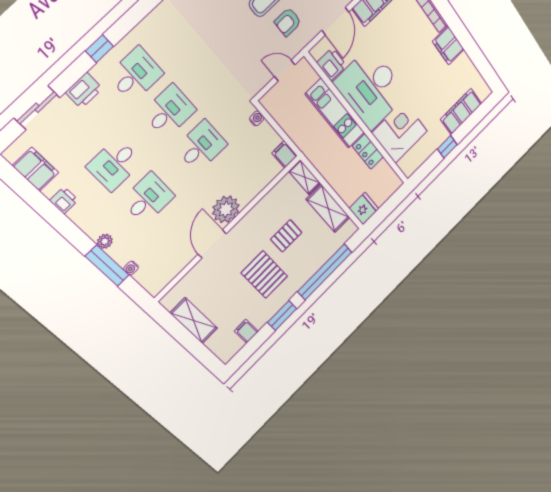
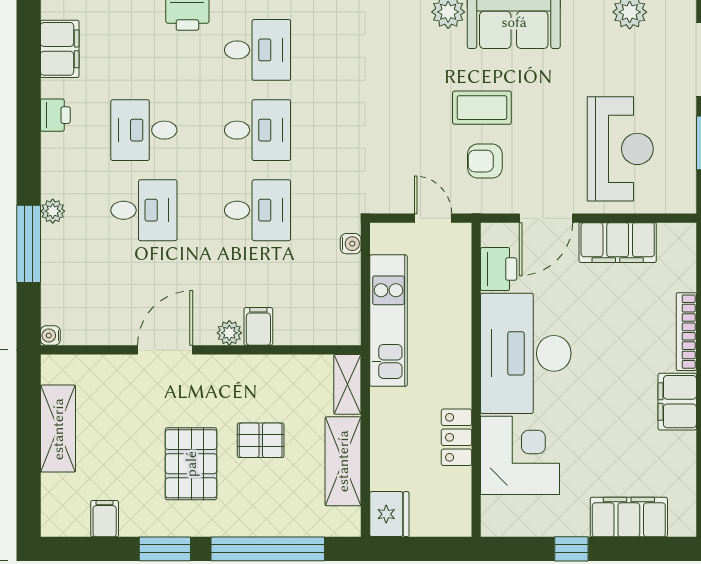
kitchen unit: (335, 113) -> (388, 321), moved, turned 180
filing cabinet: (284, 154) -> (258, 326), moved
plant: (226, 209) -> (229, 333), width x0.53, depth x0.53
water cooler: (131, 268) -> (50, 335), moved

